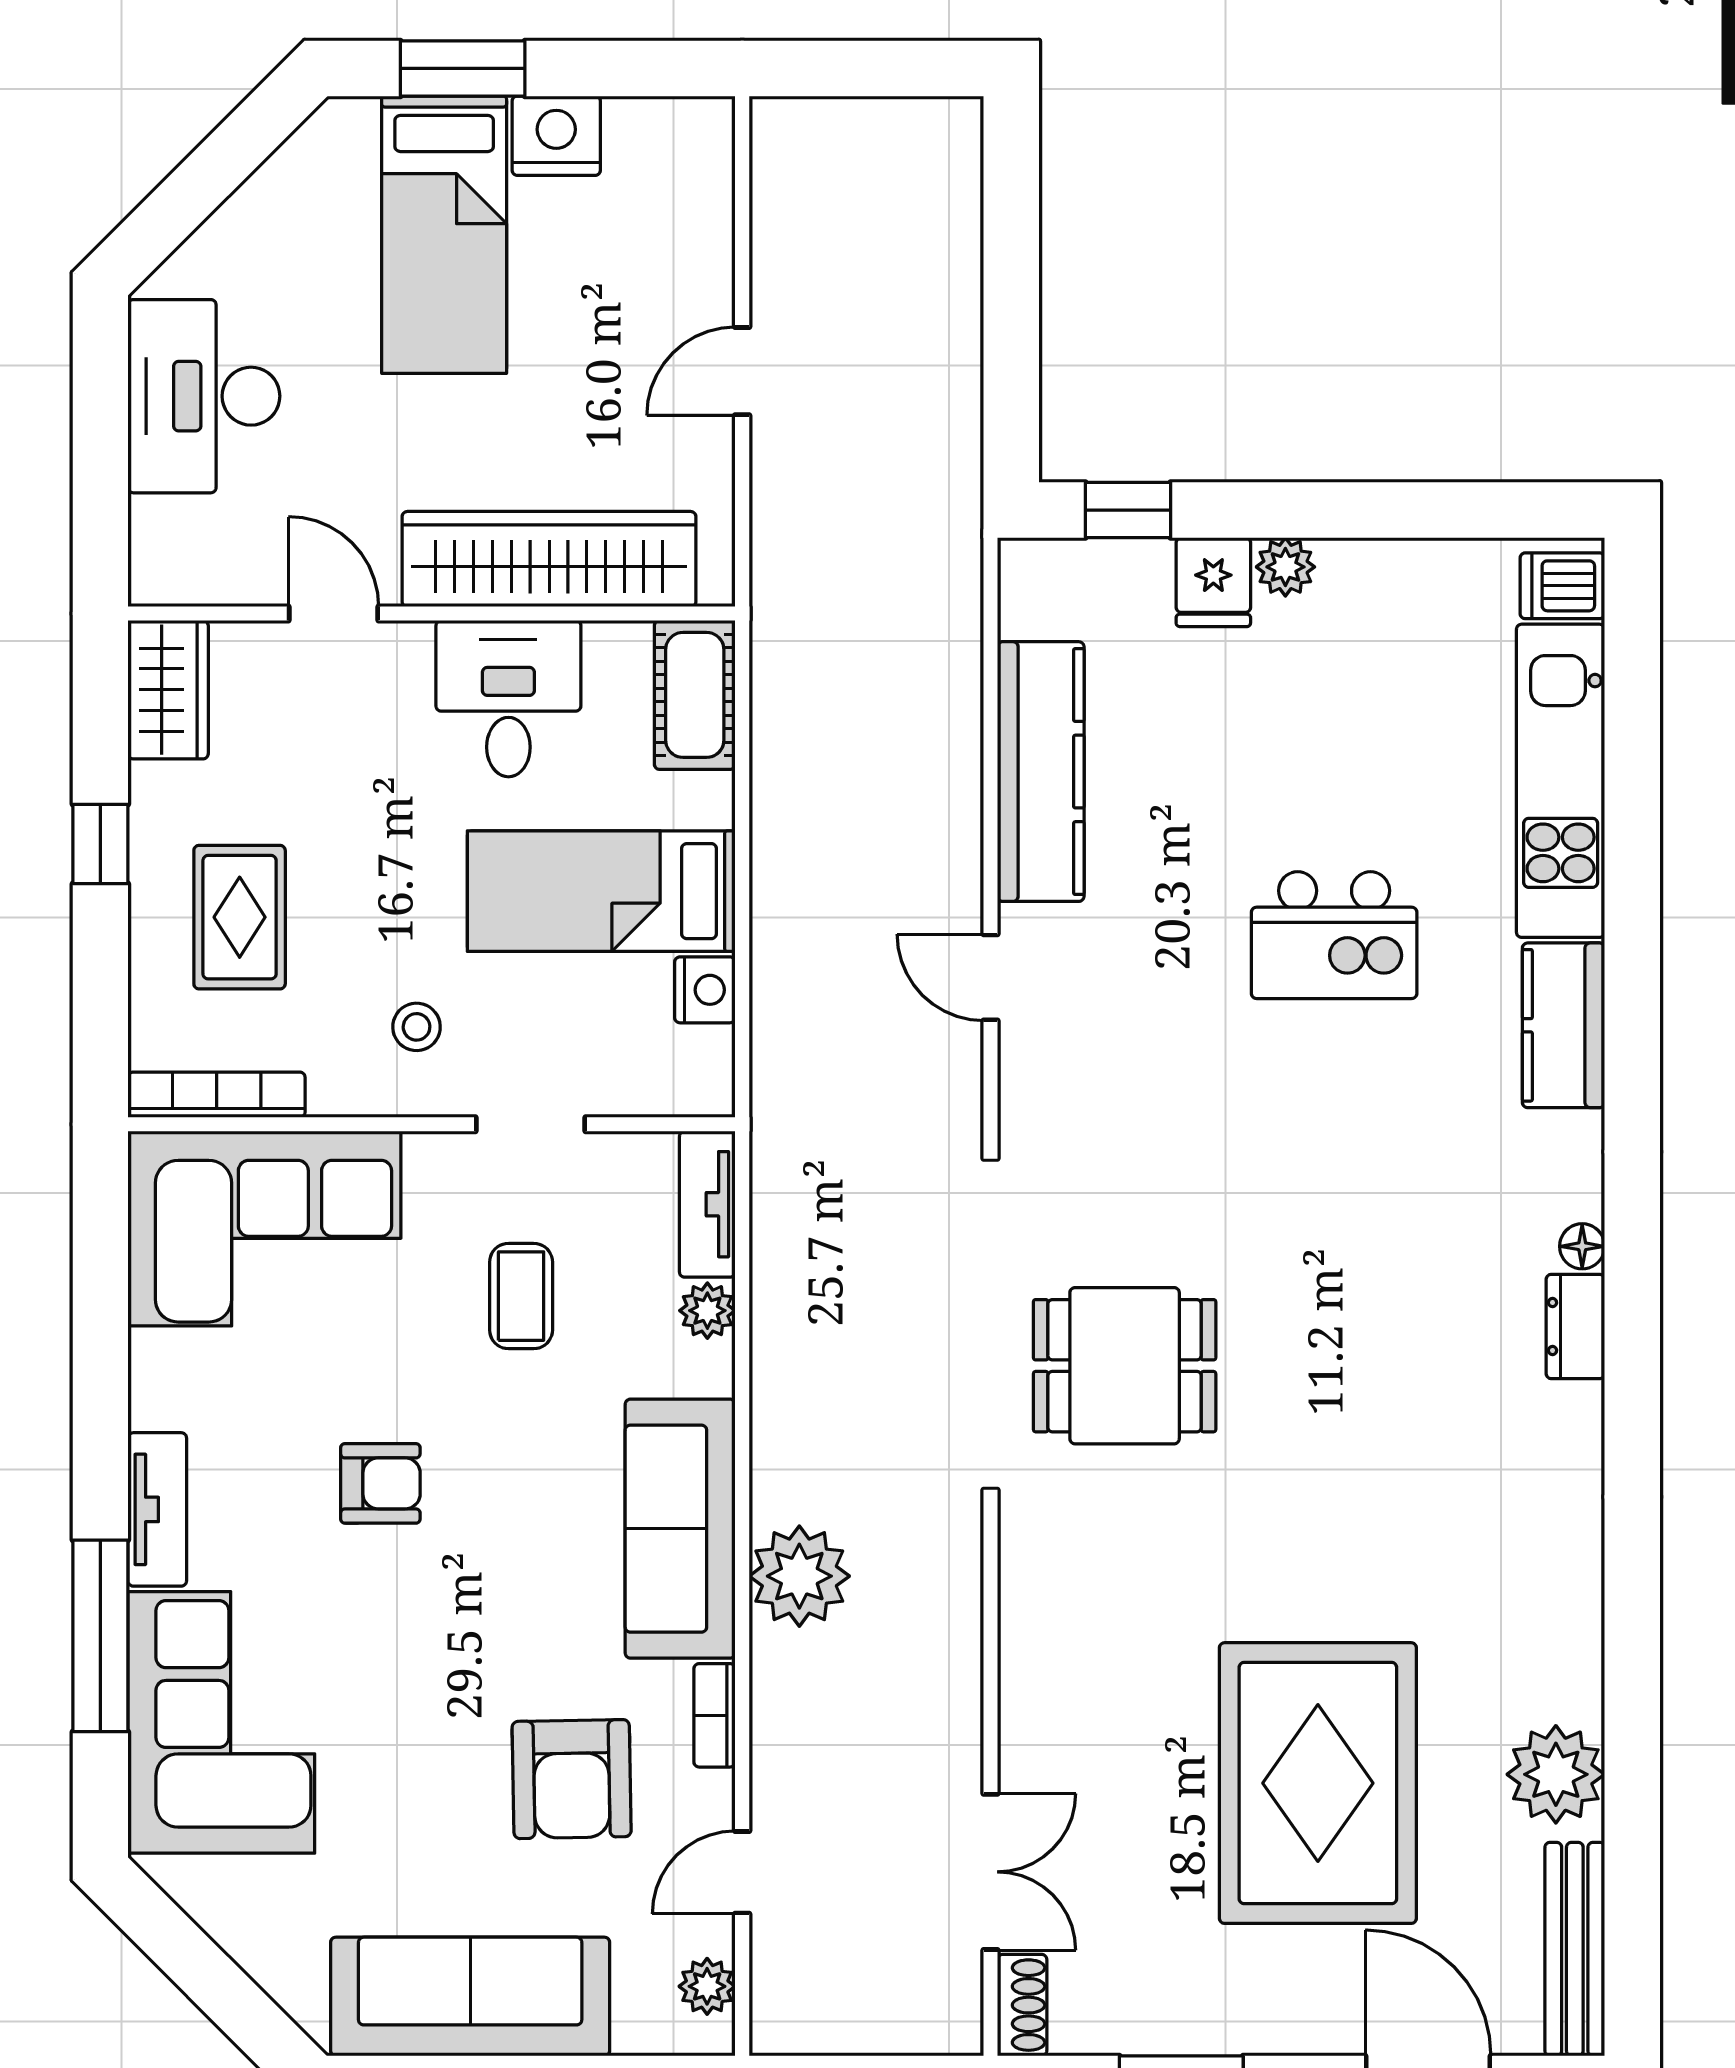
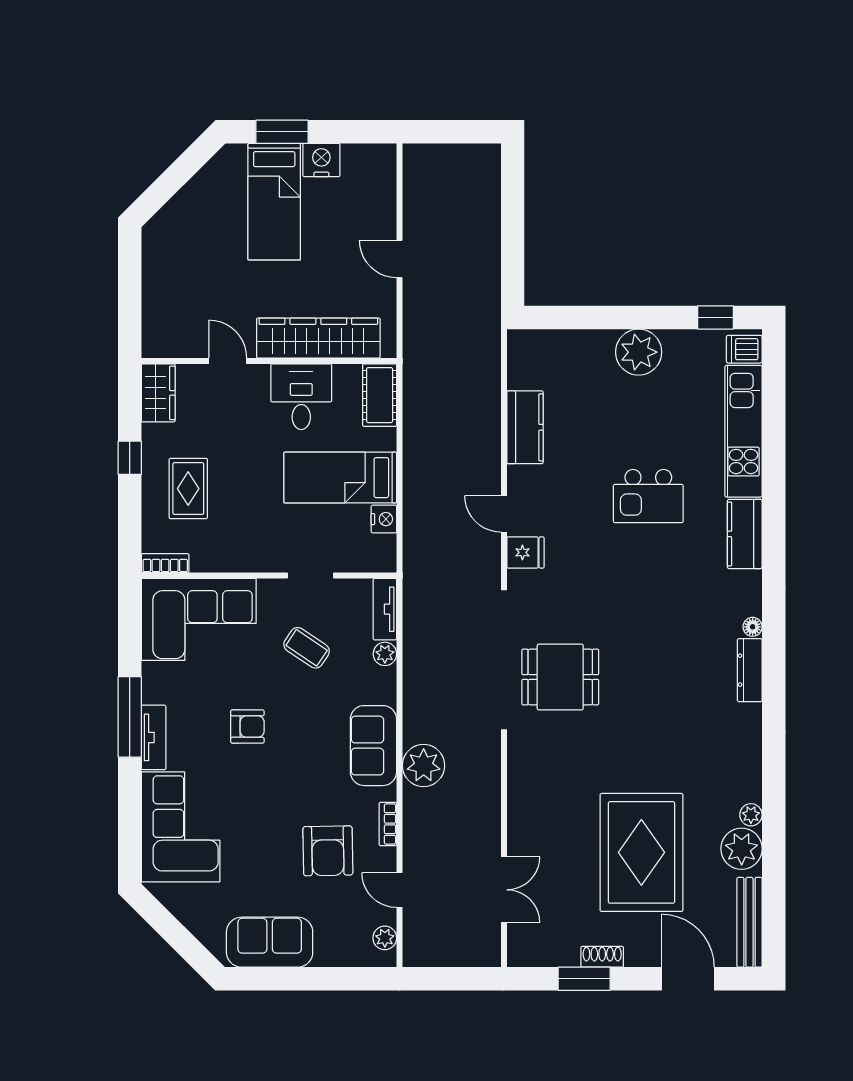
door: (742, 371) -> (399, 259), hinge flipped
desk: (204, 396) -> (173, 270), removed
window: (1128, 510) -> (715, 317), moved
plant: (1285, 567) -> (639, 352), width x1.88, depth x1.88
fridge: (1213, 582) -> (525, 552), moved, turned -90
kitchen counter: (1041, 772) -> (525, 427), width x0.67
stool: (417, 1027) -> (263, 535), removed
bookcase: (217, 1095) -> (165, 563), width x0.64
coffee table: (521, 1296) -> (307, 648), turned -56
dresser: (1575, 1327) -> (750, 670), width x1.44
sofa: (680, 1529) -> (373, 746), width x0.73
window: (100, 1636) -> (130, 717), moved
plant: (1578, 1693) -> (751, 815), added
door: (742, 1872) -> (399, 890), hinge flipped
sofa: (470, 1997) -> (270, 942), width x0.73
shoe rack: (1022, 2005) -> (602, 957), moved, turned -90

